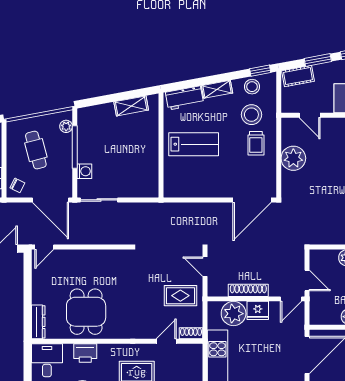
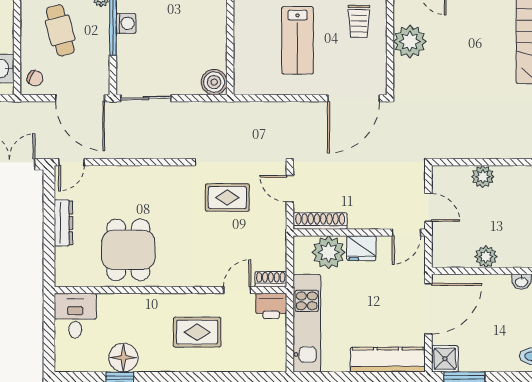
lab bench: (194, 144) -> (298, 40), moved, turned 90
washing machine: (84, 171) -> (126, 23), moved
boiler: (149, 188) -> (214, 82), added
shoe rack: (248, 290) -> (320, 221), moved
rug: (180, 296) -> (227, 198), moved
dresser: (38, 322) -> (63, 223), moved
printer: (85, 353) -> (271, 306), moved

